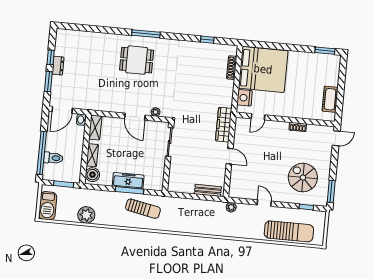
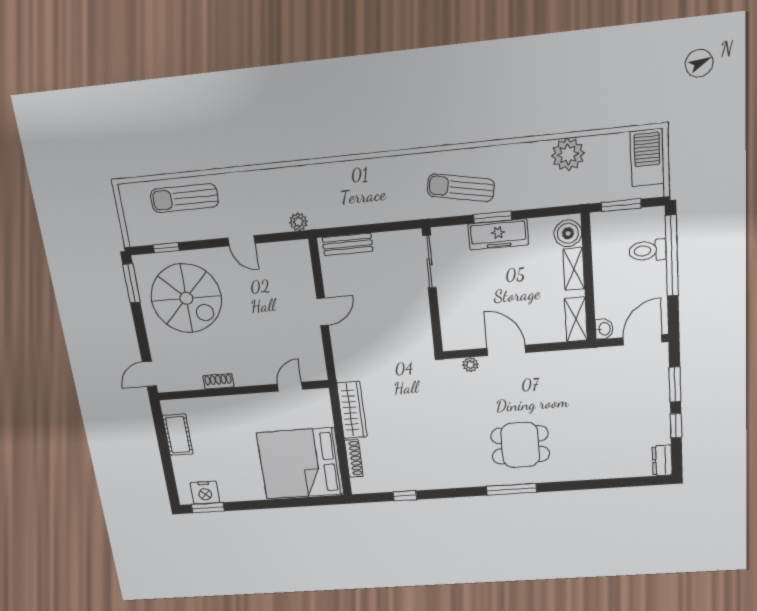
dresser: (58, 66) -> (662, 460), moved
nightstand: (245, 98) -> (205, 493), moved, turned 90
wardrobe: (224, 125) -> (352, 410), moved
sliding door: (170, 142) -> (429, 262), moved
door: (230, 156) -> (323, 312), swing flipped
spiral stairs: (303, 178) -> (186, 298), width x1.37, depth x1.37
window: (129, 190) -> (493, 217), width x0.69
sun lounger: (289, 231) -> (184, 198), width x0.73, depth x0.75

